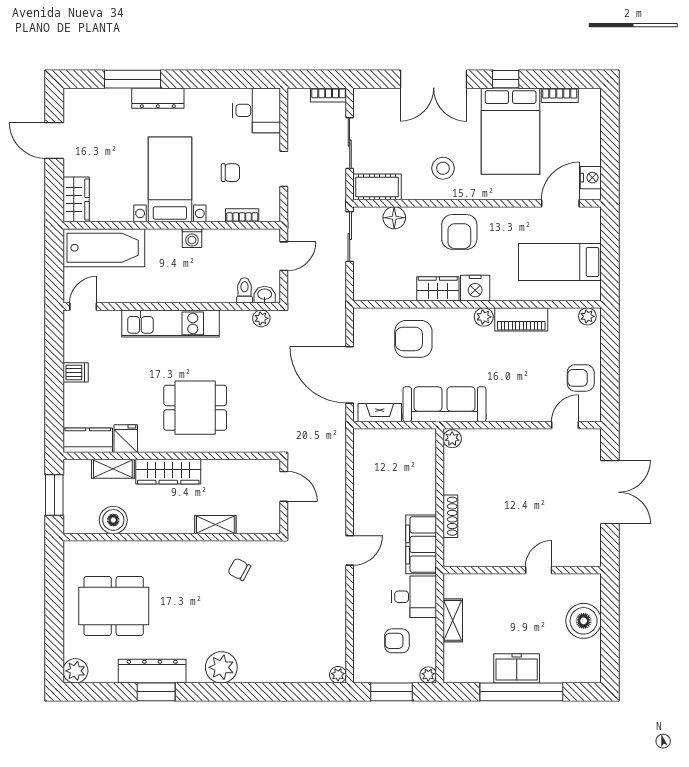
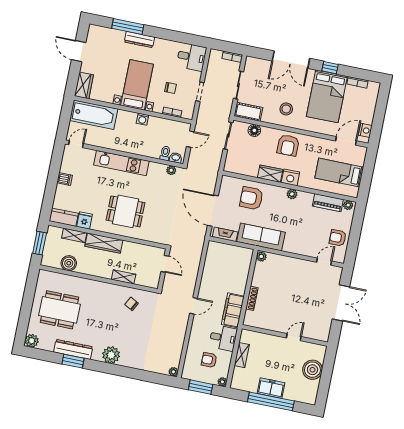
piano: (521, 319) -> (328, 203), moved

